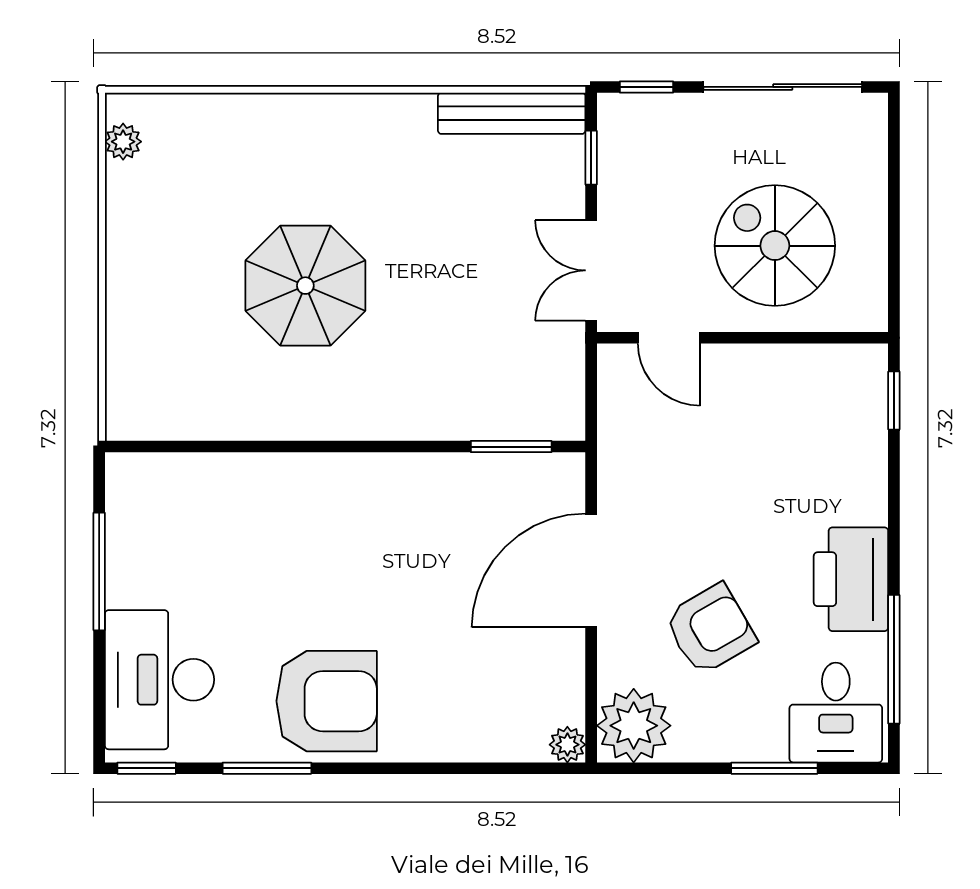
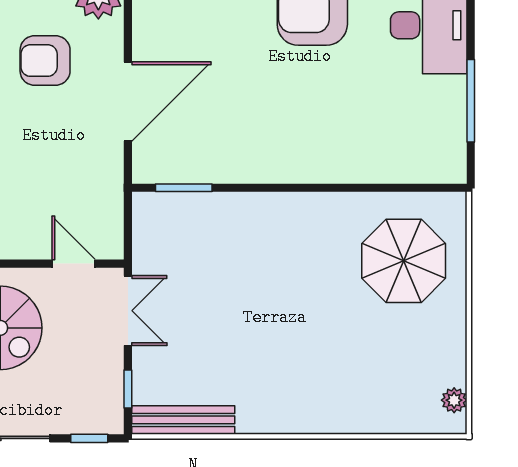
parasol: (305, 286) -> (404, 261), moved
armchair: (710, 629) -> (45, 61), turned 30

